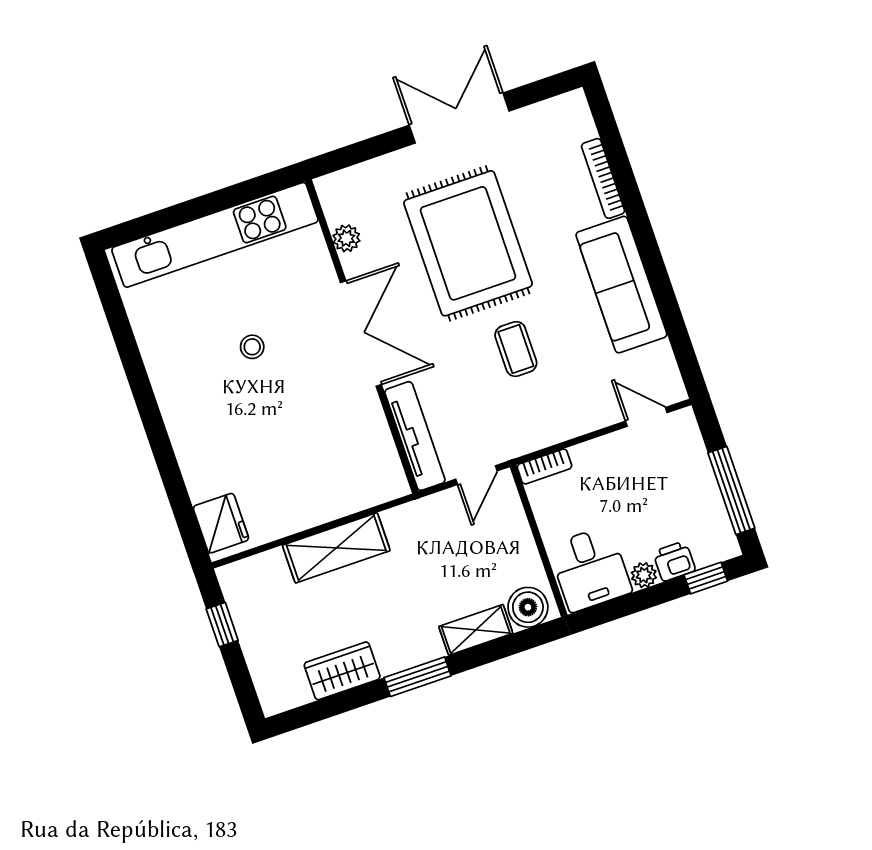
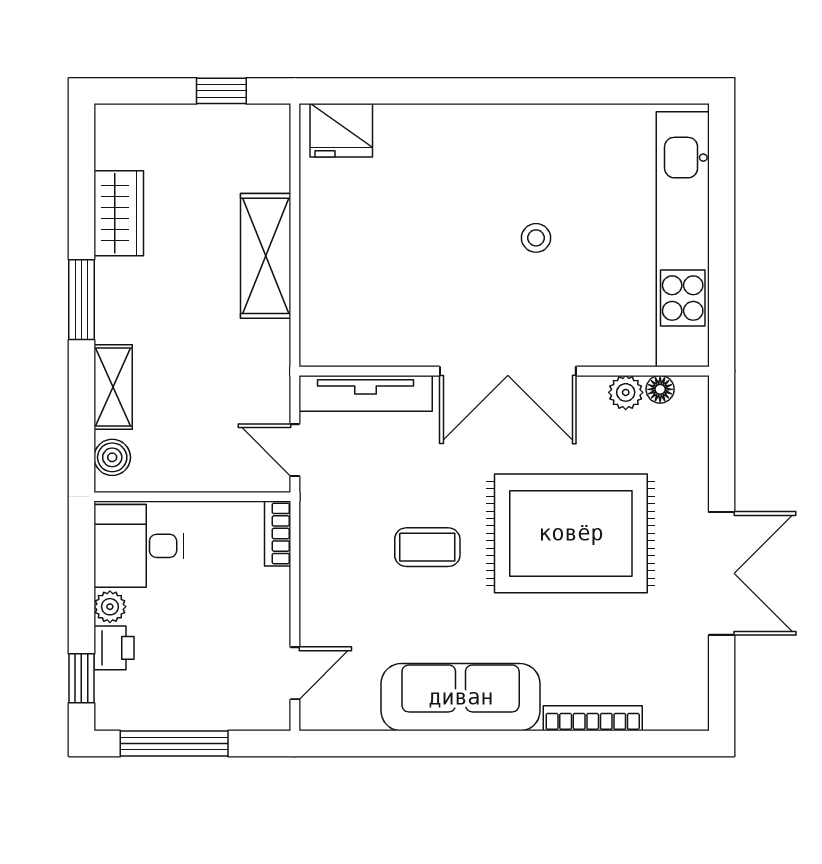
floor lamp: (335, 213) -> (660, 389), added
boiler: (528, 607) -> (112, 457), width x0.73, depth x0.73

